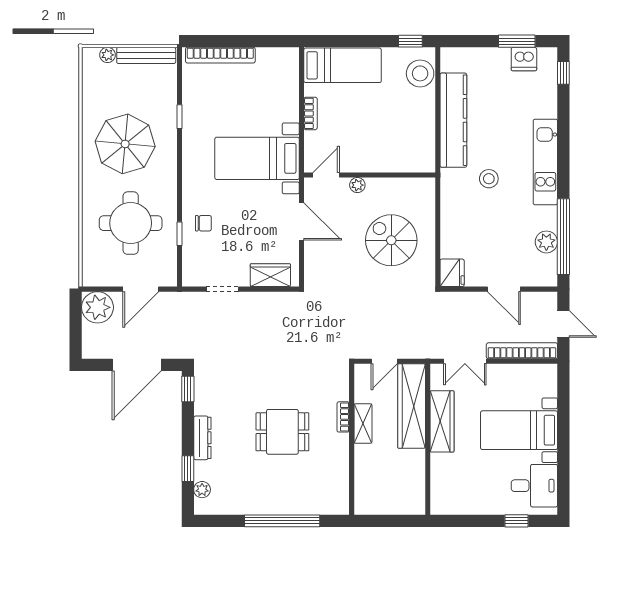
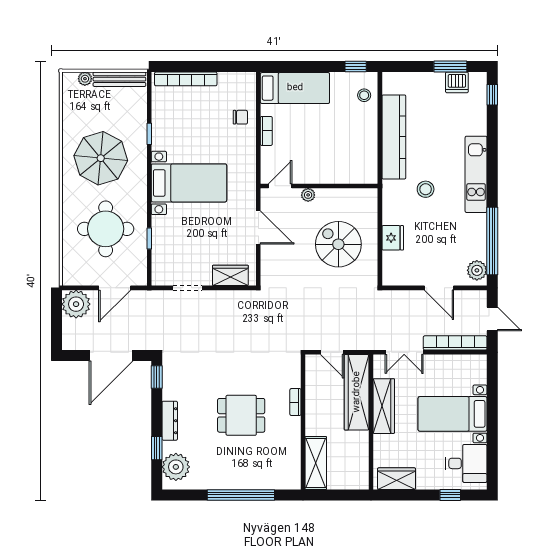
stool: (420, 73) -> (364, 95), width x0.53, depth x0.53
bed with nightstands: (257, 158) -> (189, 183), moved, turned 180
chair: (203, 223) -> (240, 117), moved
plant: (546, 242) -> (477, 270), moved
fridge: (452, 273) -> (393, 238), moved
door: (384, 361) -> (332, 352), hinge flipped
shelving: (363, 424) -> (316, 463), moved, width x1.50, depth x1.33
plant: (202, 490) -> (176, 467), width x1.88, depth x1.88
wardrobe: (456, 503) -> (397, 479), added

